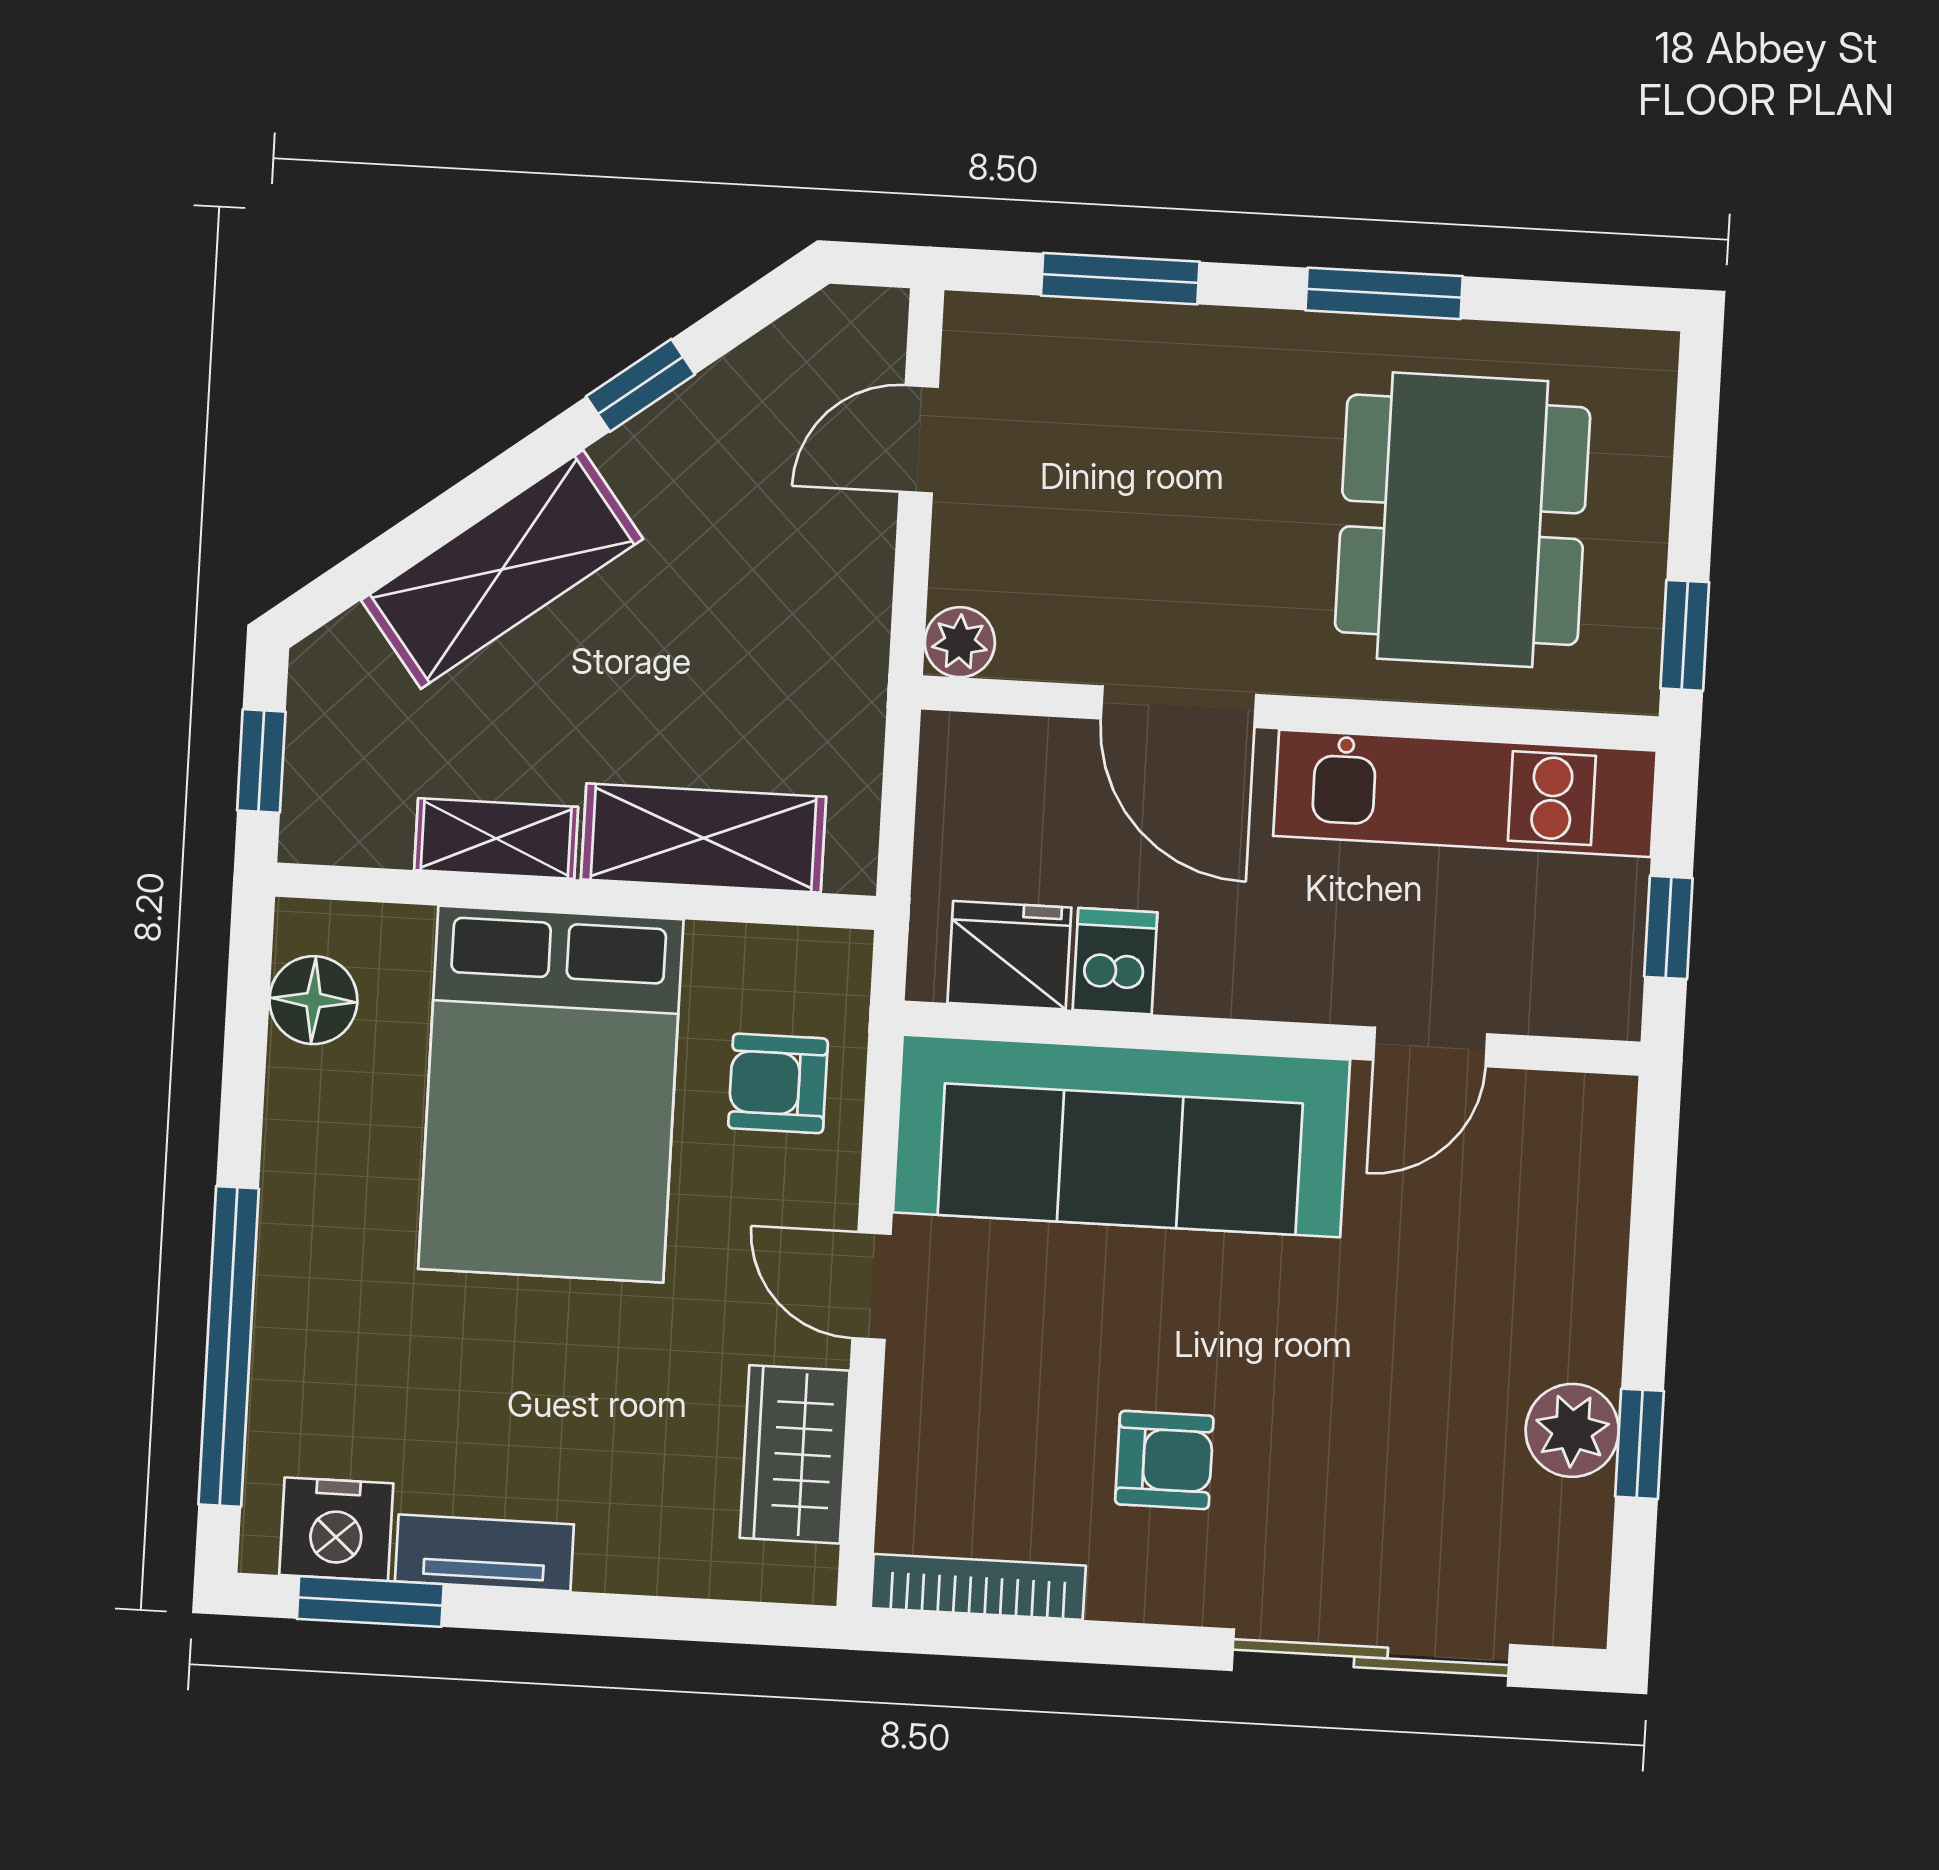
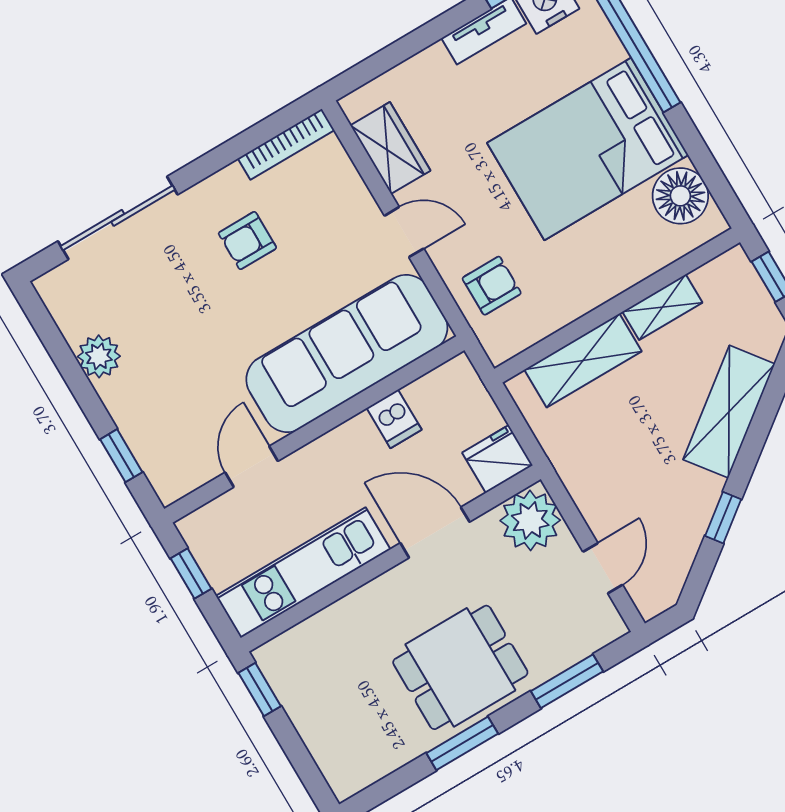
dining table: (1463, 520) -> (460, 667), moved, width x0.73
plant: (960, 642) -> (530, 520), width x1.87, depth x1.87
fridge: (1009, 955) -> (497, 459), moved, turned 180
floor lamp: (313, 1000) -> (680, 196), width x1.38, depth x1.38
bed: (551, 1094) -> (588, 149), moved, turned -90
window: (1640, 1444) -> (121, 456), moved

